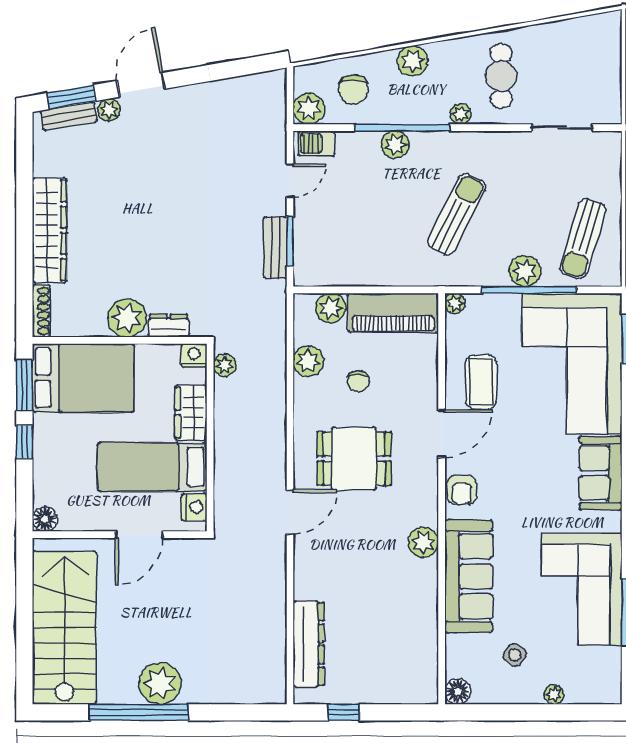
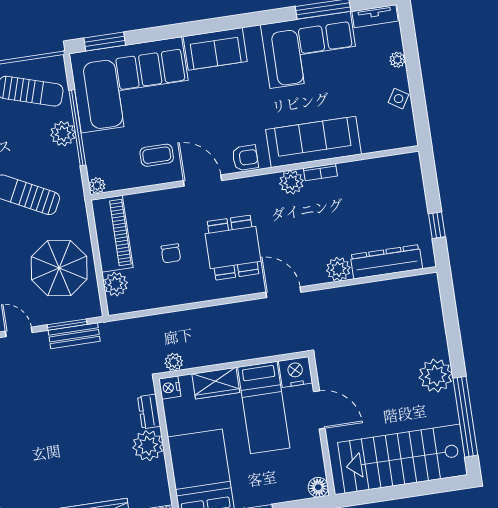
parasol: (361, 242) -> (59, 268), added
plant: (308, 361) -> (338, 269), moved
chair: (358, 381) -> (171, 253), turned 90
coffee table: (481, 382) -> (157, 155), width x0.73, depth x0.77
nightstand: (194, 507) -> (295, 372), width x1.36, depth x1.33
bookcase: (430, 579) -> (320, 172), added
side table: (515, 655) -> (399, 99), moved
tv unit: (611, 675) -> (375, 16), added
floor lamp: (458, 691) -> (407, 137), removed
window: (139, 712) -> (465, 417), moved

